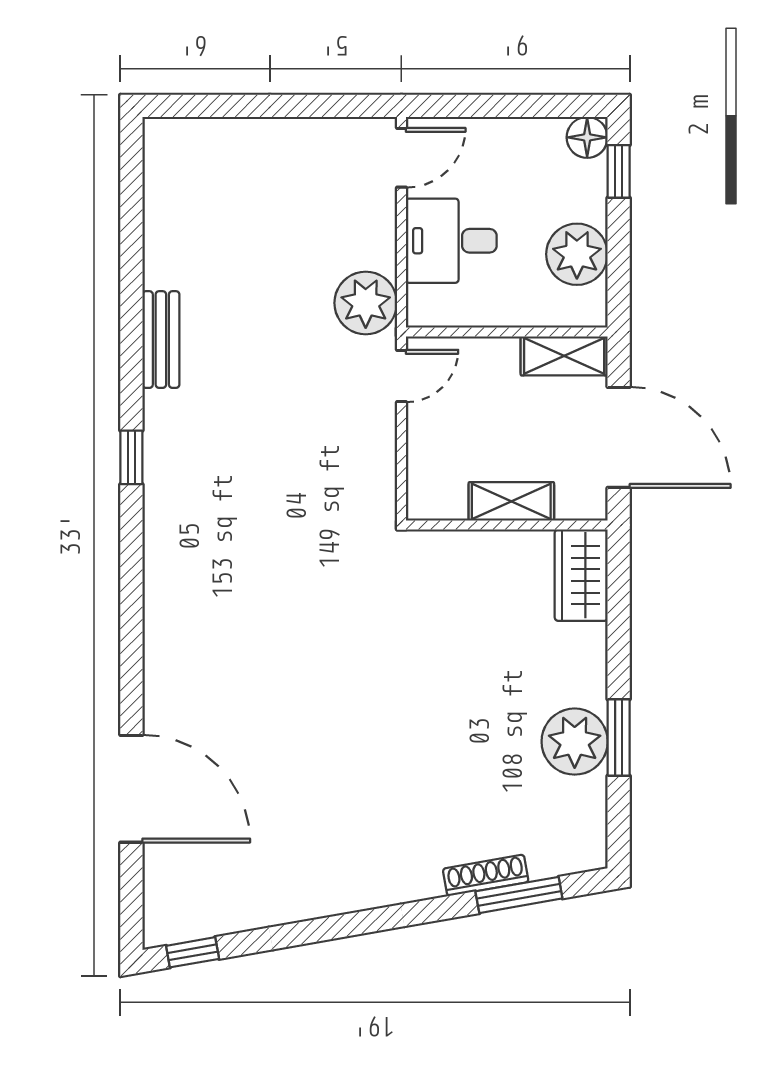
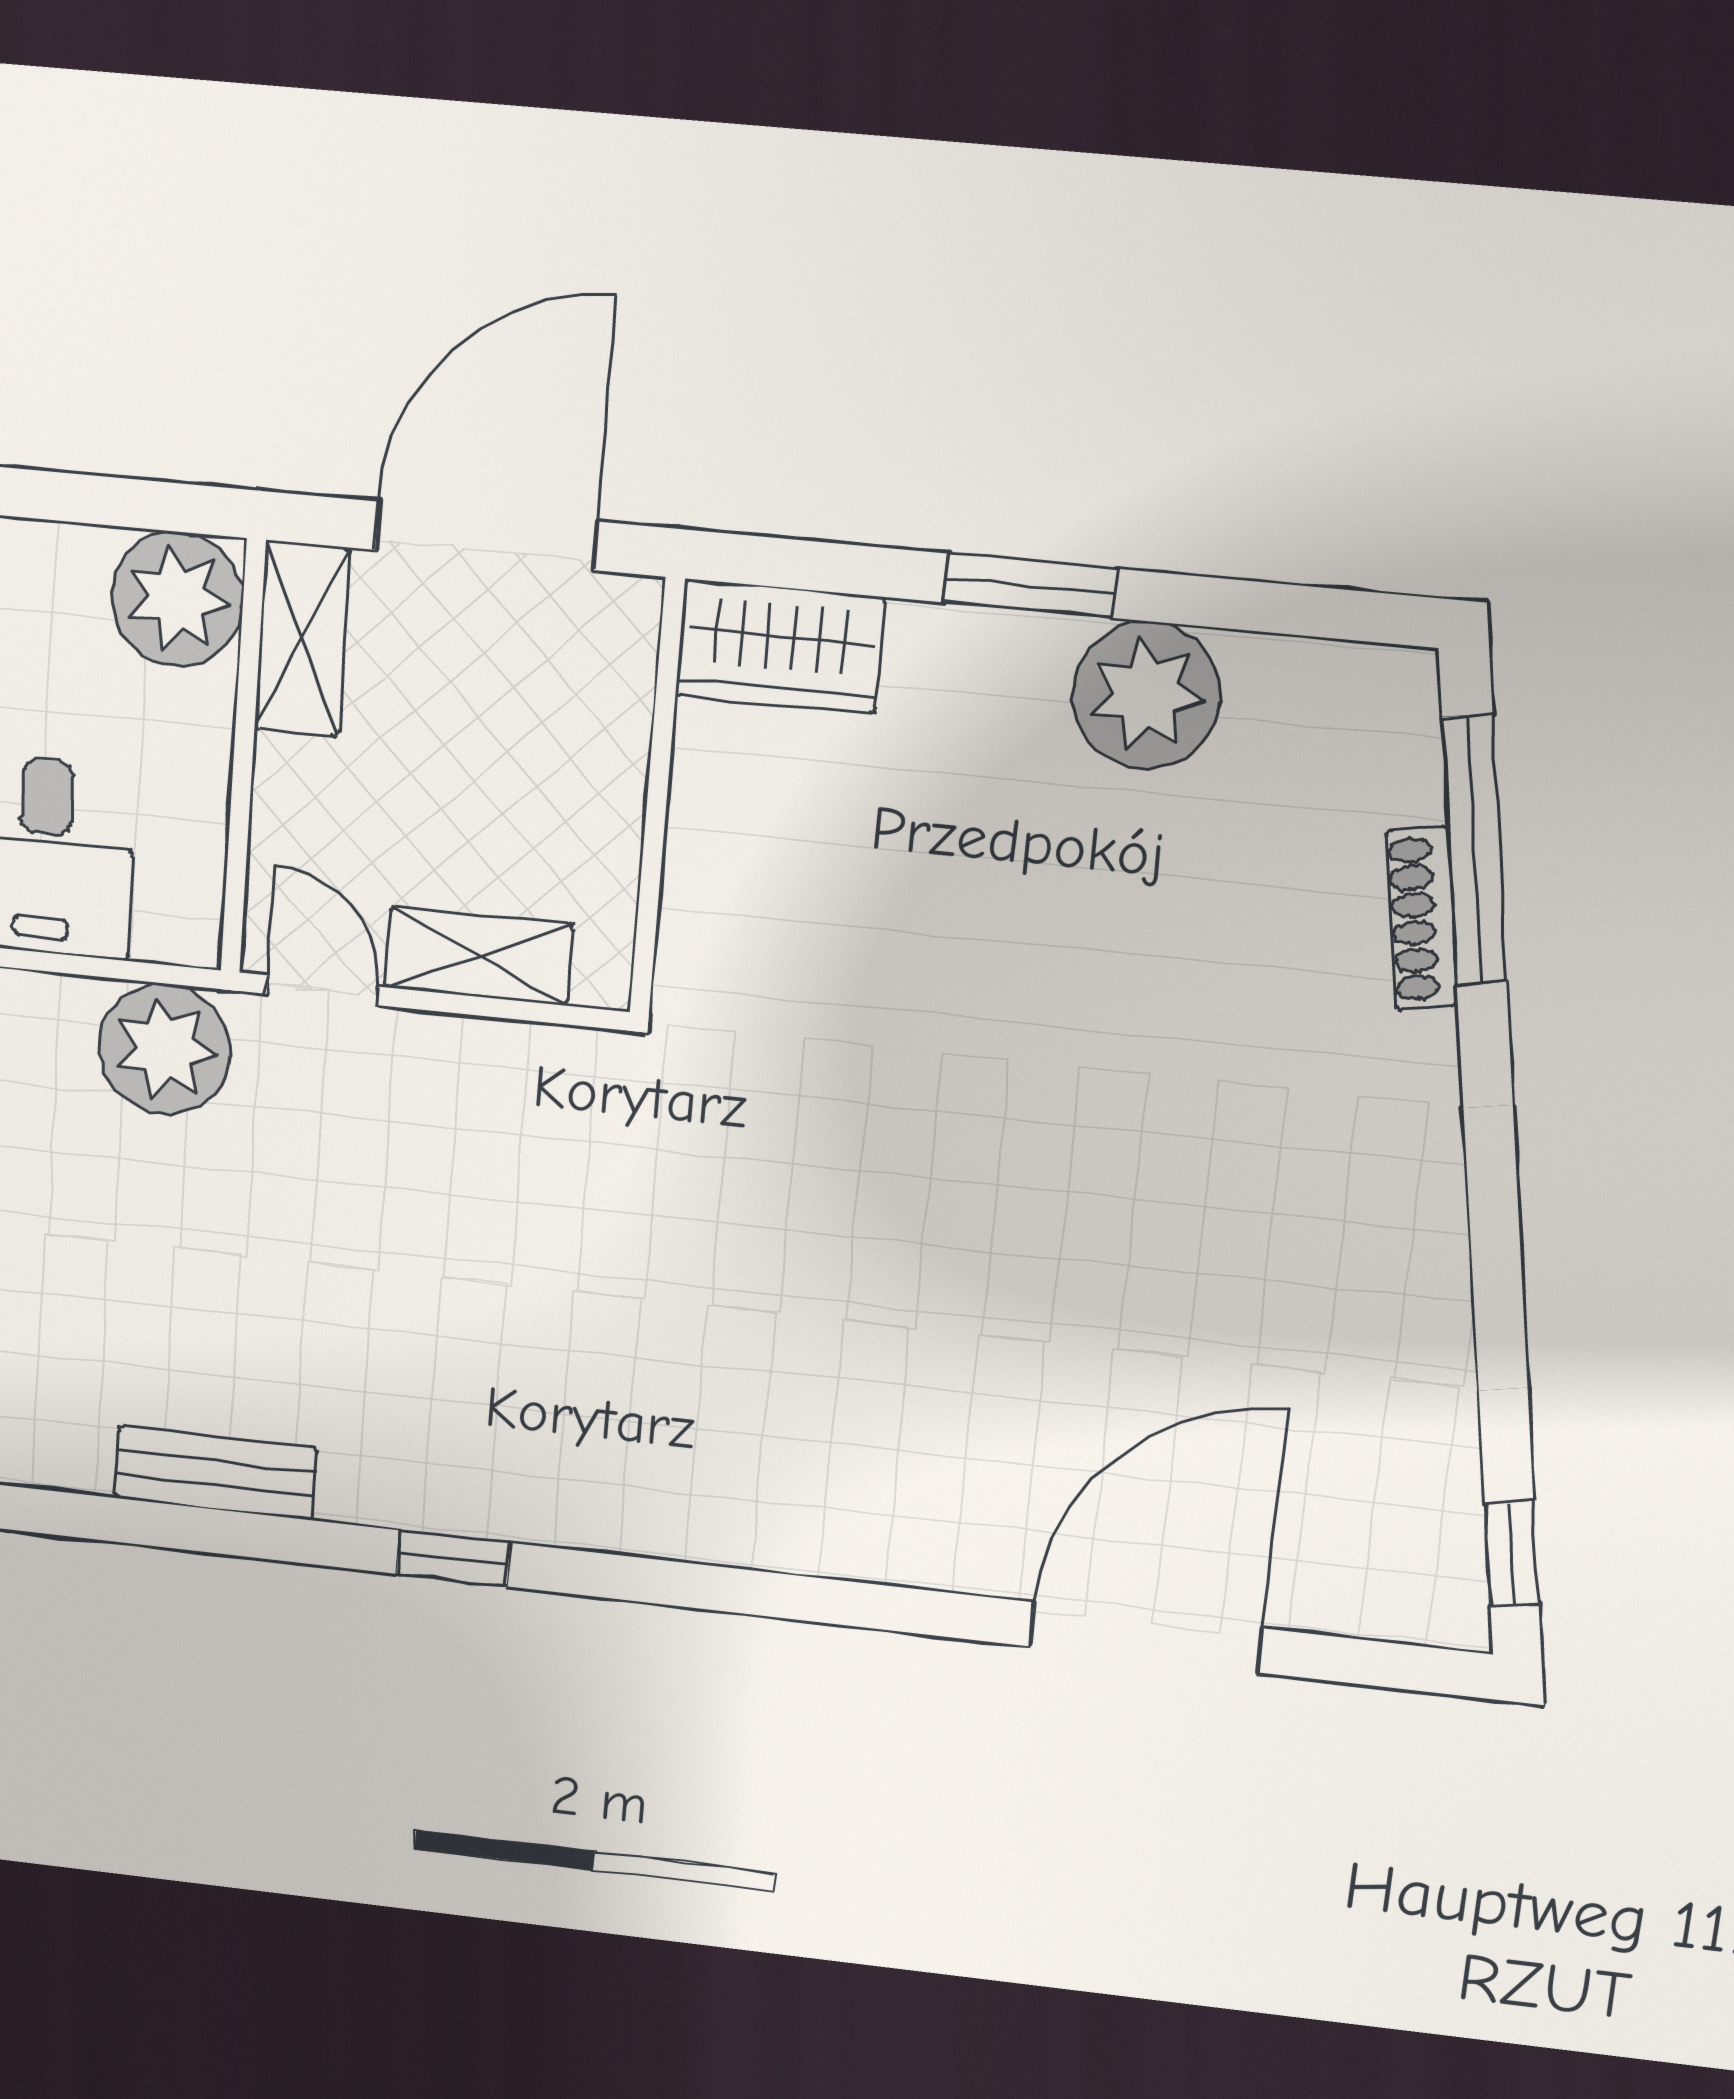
plant: (577, 254) -> (177, 599), moved
shelving: (511, 501) -> (479, 956), moved, turned 90
window: (619, 737) -> (1030, 586), moved
window: (519, 895) -> (1475, 850), width x1.44

